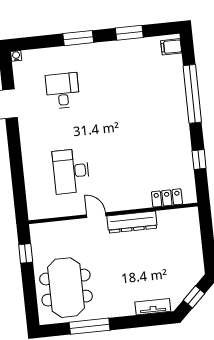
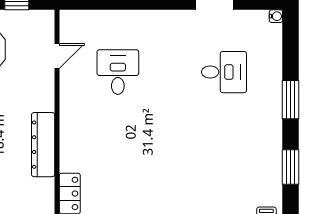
desk: (71, 171) -> (118, 72), width x0.73
door: (96, 215) -> (57, 56), moved

